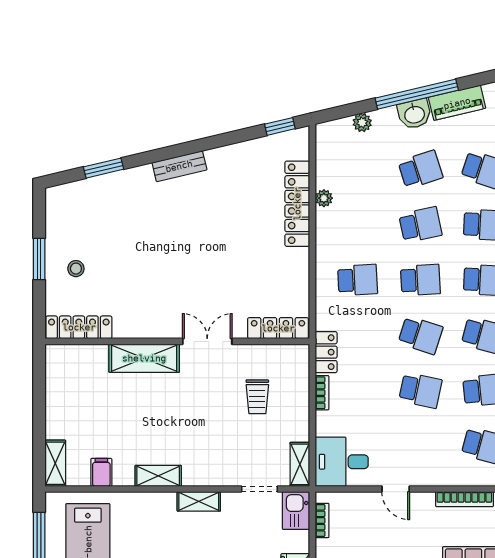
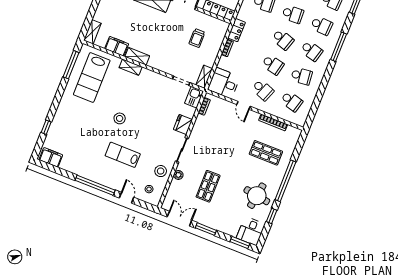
school desk: (420, 445) -> (263, 90), added
filing cabinet: (101, 472) -> (117, 46), width x2.00
shelving: (199, 501) -> (131, 67), moved

